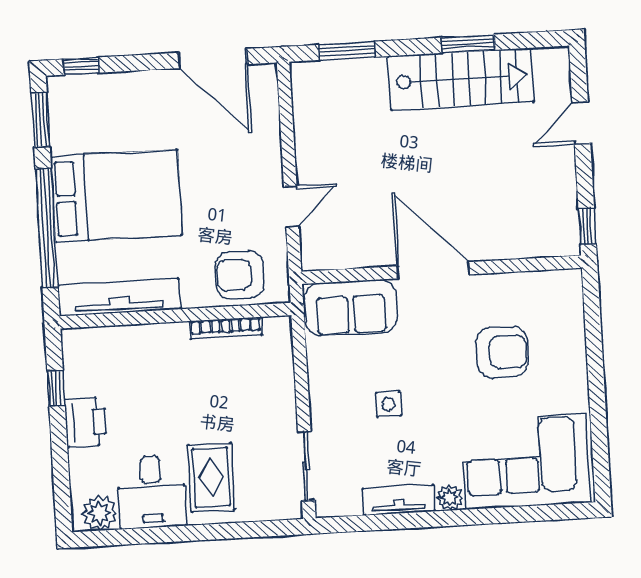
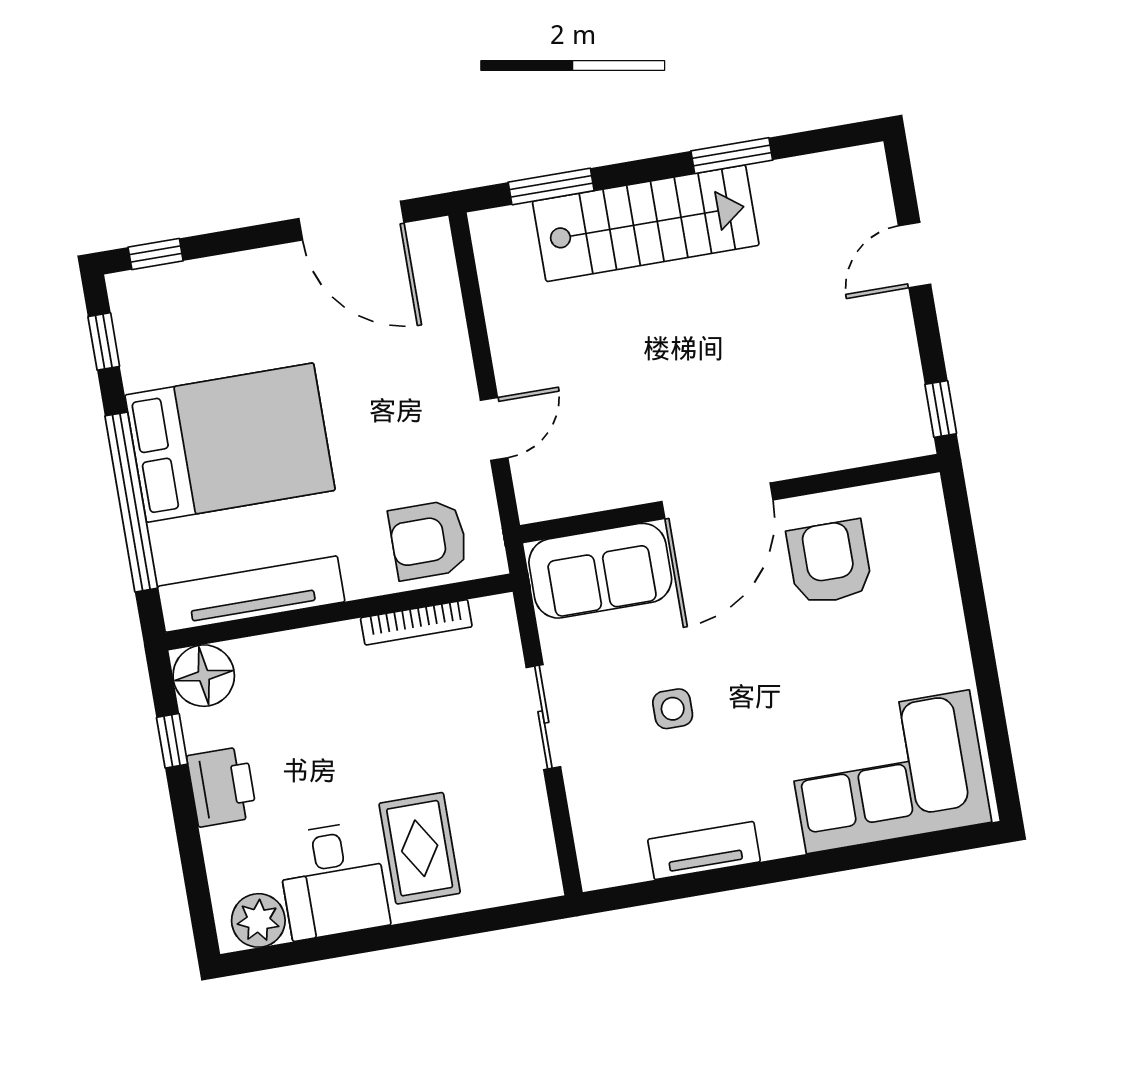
stairs: (461, 79) -> (646, 223), moved
window: (40, 120) -> (104, 341), width x0.67
door: (433, 270) -> (717, 501), swing flipped
floor lamp: (82, 348) -> (204, 676), added
armchair: (502, 352) -> (829, 562), moved, turned -90
sliding door: (306, 466) -> (543, 717), moved
plant: (450, 498) -> (780, 839), removed

